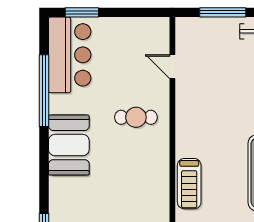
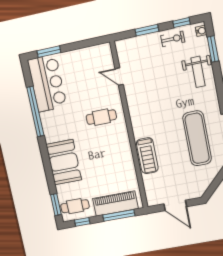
window: (223, 12) -> (147, 30), width x0.69
booth: (69, 145) -> (64, 162), moved

